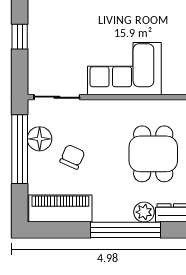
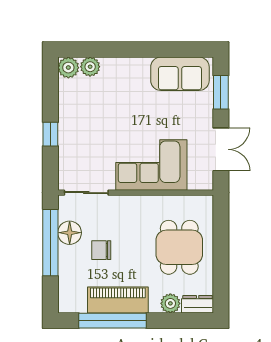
chair: (72, 157) -> (101, 250), turned -114
piano: (60, 209) -> (118, 300), moved
window: (126, 230) -> (112, 321), moved

